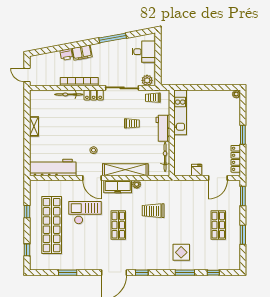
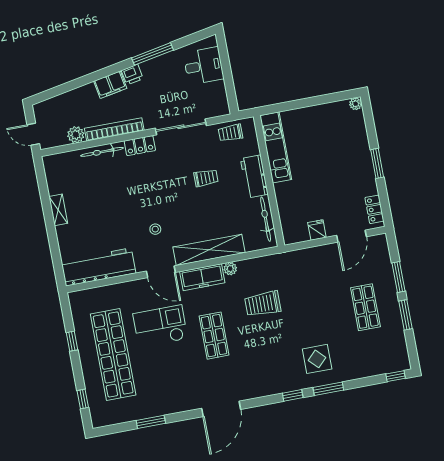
printer: (66, 55) -> (132, 75), moved
plant: (147, 80) -> (76, 135), moved
locker: (236, 159) -> (374, 209), width x0.66
window: (243, 196) -> (398, 277), moved
window: (142, 273) -> (293, 395), moved
window: (213, 273) -> (396, 376), moved

